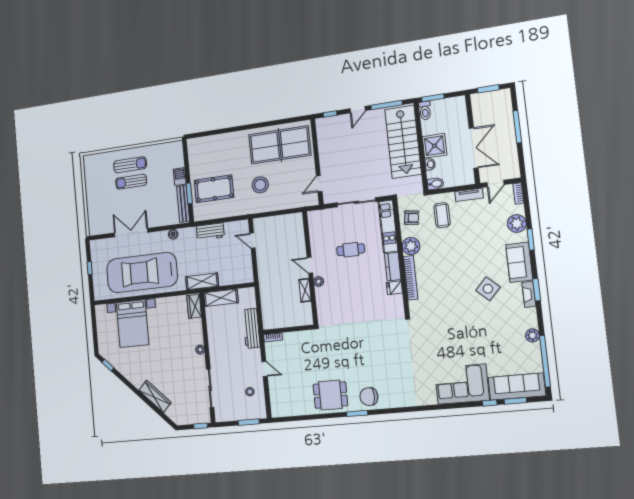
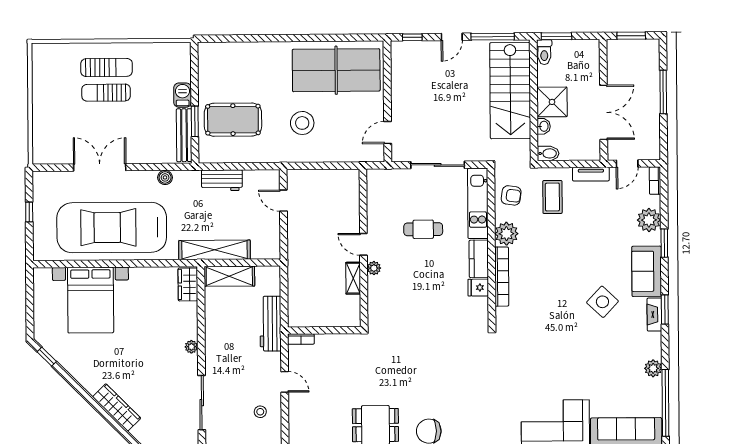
shelving: (202, 281) -> (214, 250), width x1.47

